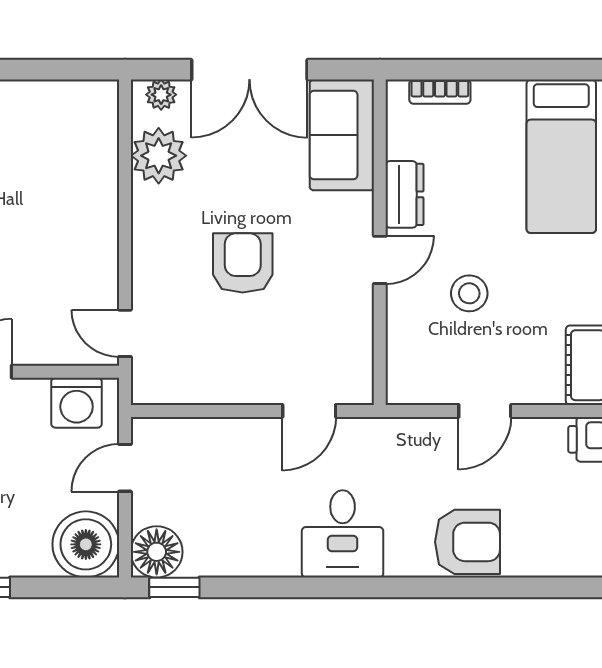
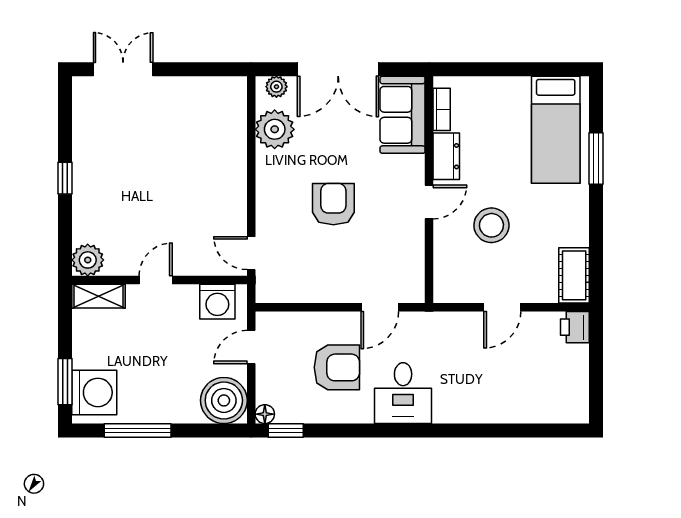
bookcase: (440, 92) -> (442, 109), moved, turned -90
stool: (469, 293) -> (491, 225), width x1.38, depth x1.38
armchair: (468, 542) -> (337, 367), moved
floor lamp: (157, 552) -> (265, 414), width x0.53, depth x0.53

